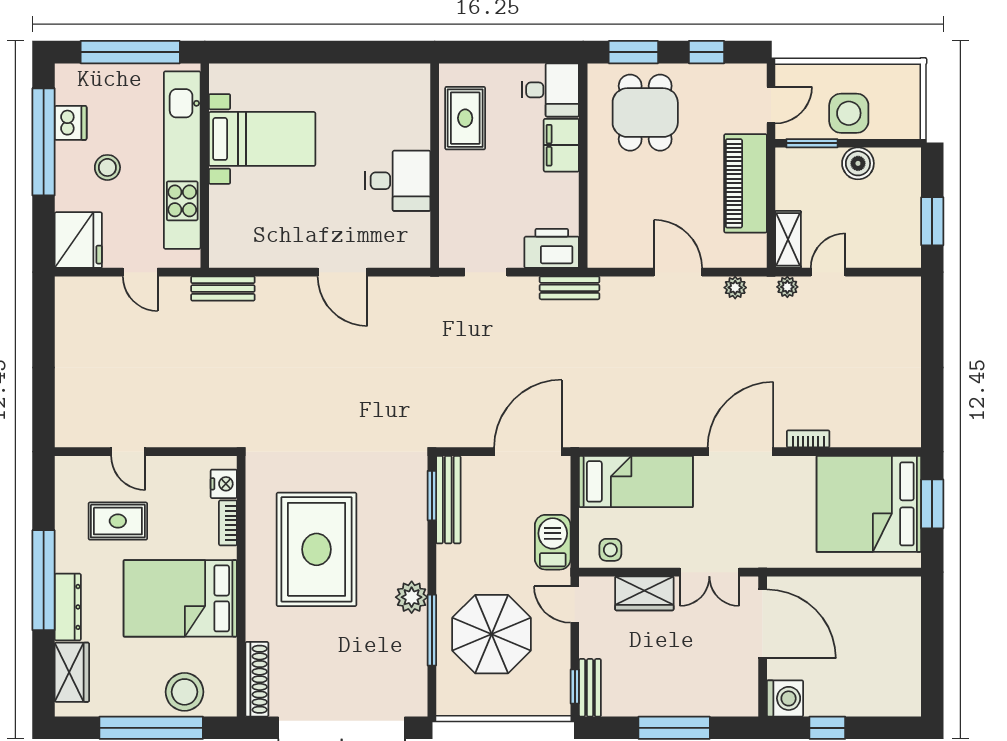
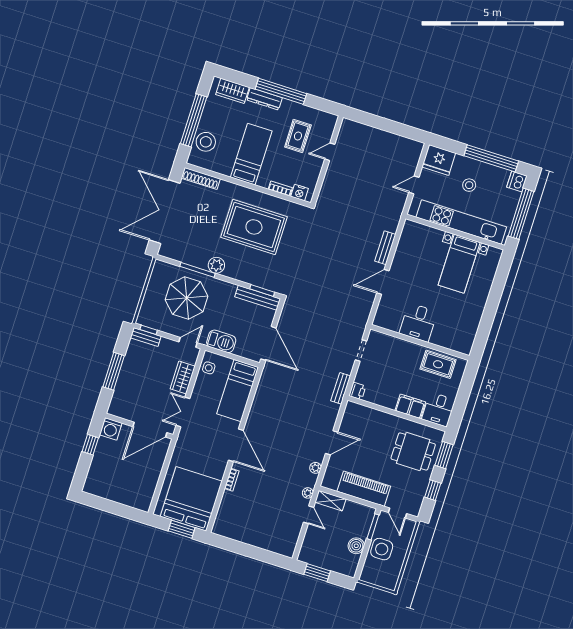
dishwasher: (71, 123) -> (517, 182), moved, turned 90
printer: (552, 248) -> (357, 391), width x0.53, depth x0.68
bench: (223, 289) -> (385, 248), moved
bed: (180, 598) -> (251, 154), width x0.67

